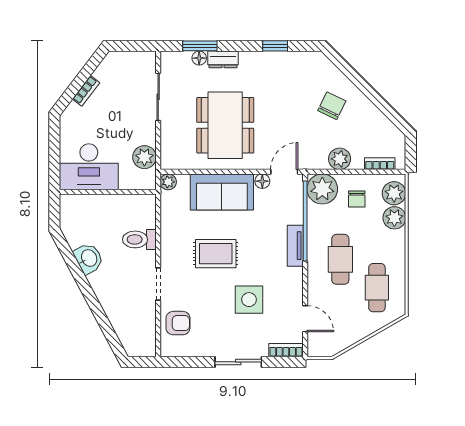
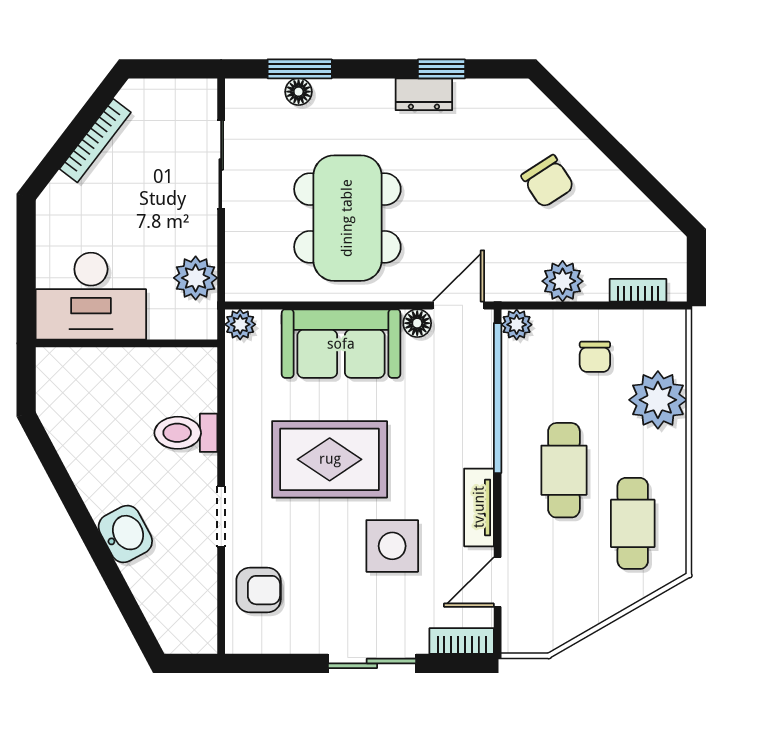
dresser: (223, 59) -> (424, 94), moved
bookcase: (86, 91) -> (95, 141), width x1.56
chair: (332, 106) -> (548, 181), turned 121
plant: (322, 189) -> (517, 325), width x0.53, depth x0.53
plant: (394, 193) -> (665, 346), removed
plant: (394, 218) -> (658, 400), width x1.36, depth x1.36
tv unit: (295, 246) -> (479, 507), moved
rug: (216, 254) -> (330, 459), width x1.36, depth x1.43
washbasin: (89, 258) -> (125, 534), moved
door: (305, 319) -> (498, 582), swing flipped

